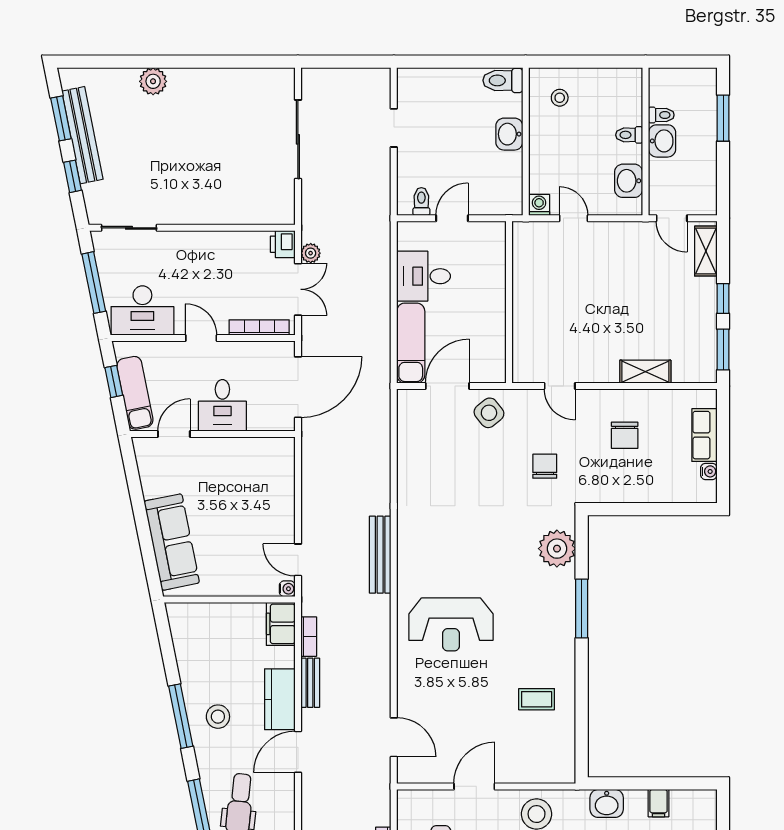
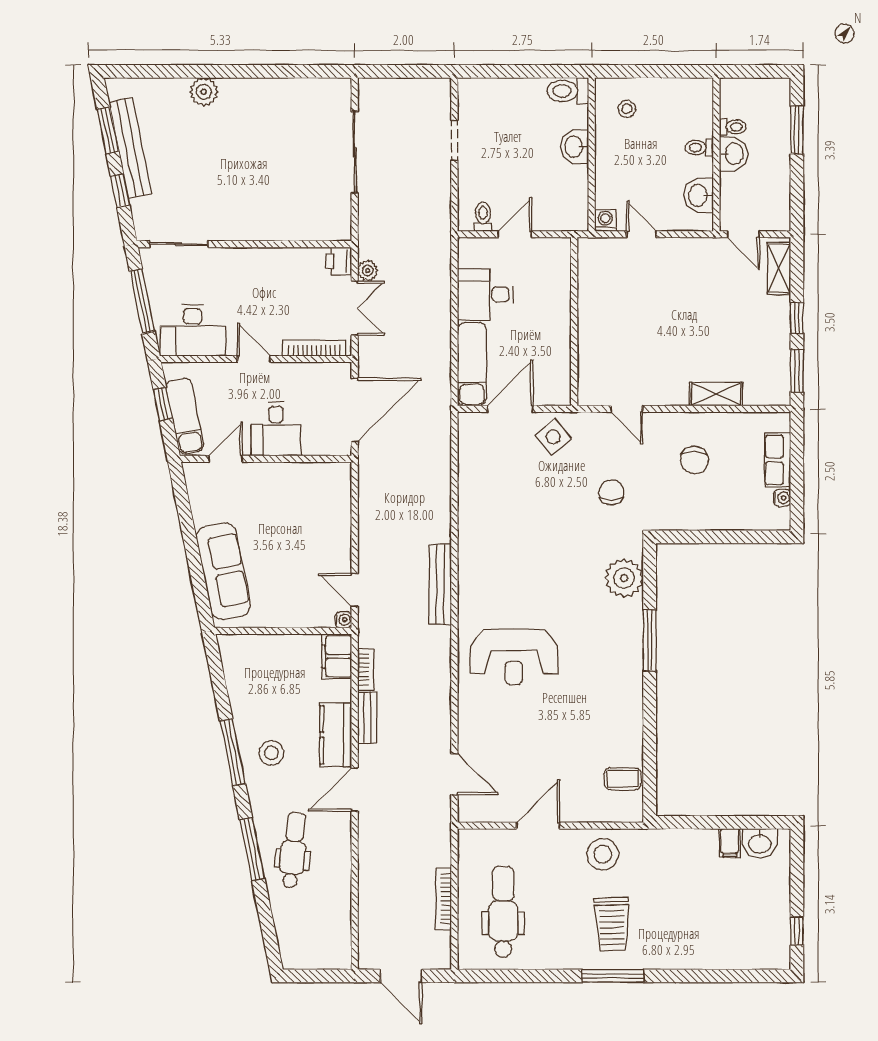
coffee table: (537, 699) -> (623, 779), moved
washbasin: (607, 803) -> (760, 843), moved

